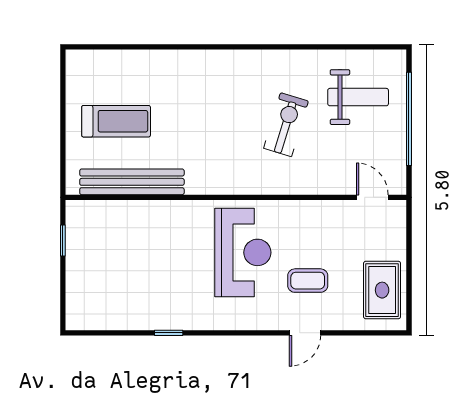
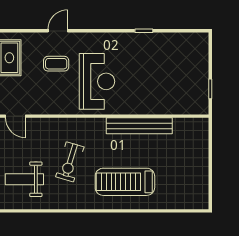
treadmill: (116, 121) -> (125, 182), moved, width x1.37, depth x1.38
bench: (132, 182) -> (139, 126), moved
reception desk: (243, 252) -> (97, 81), turned 180

